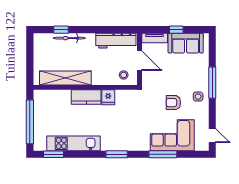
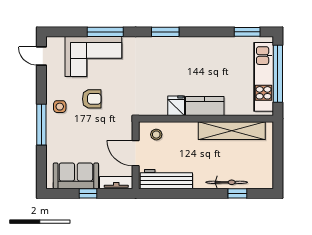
kitchen unit: (74, 143) -> (264, 77), moved, turned 90

